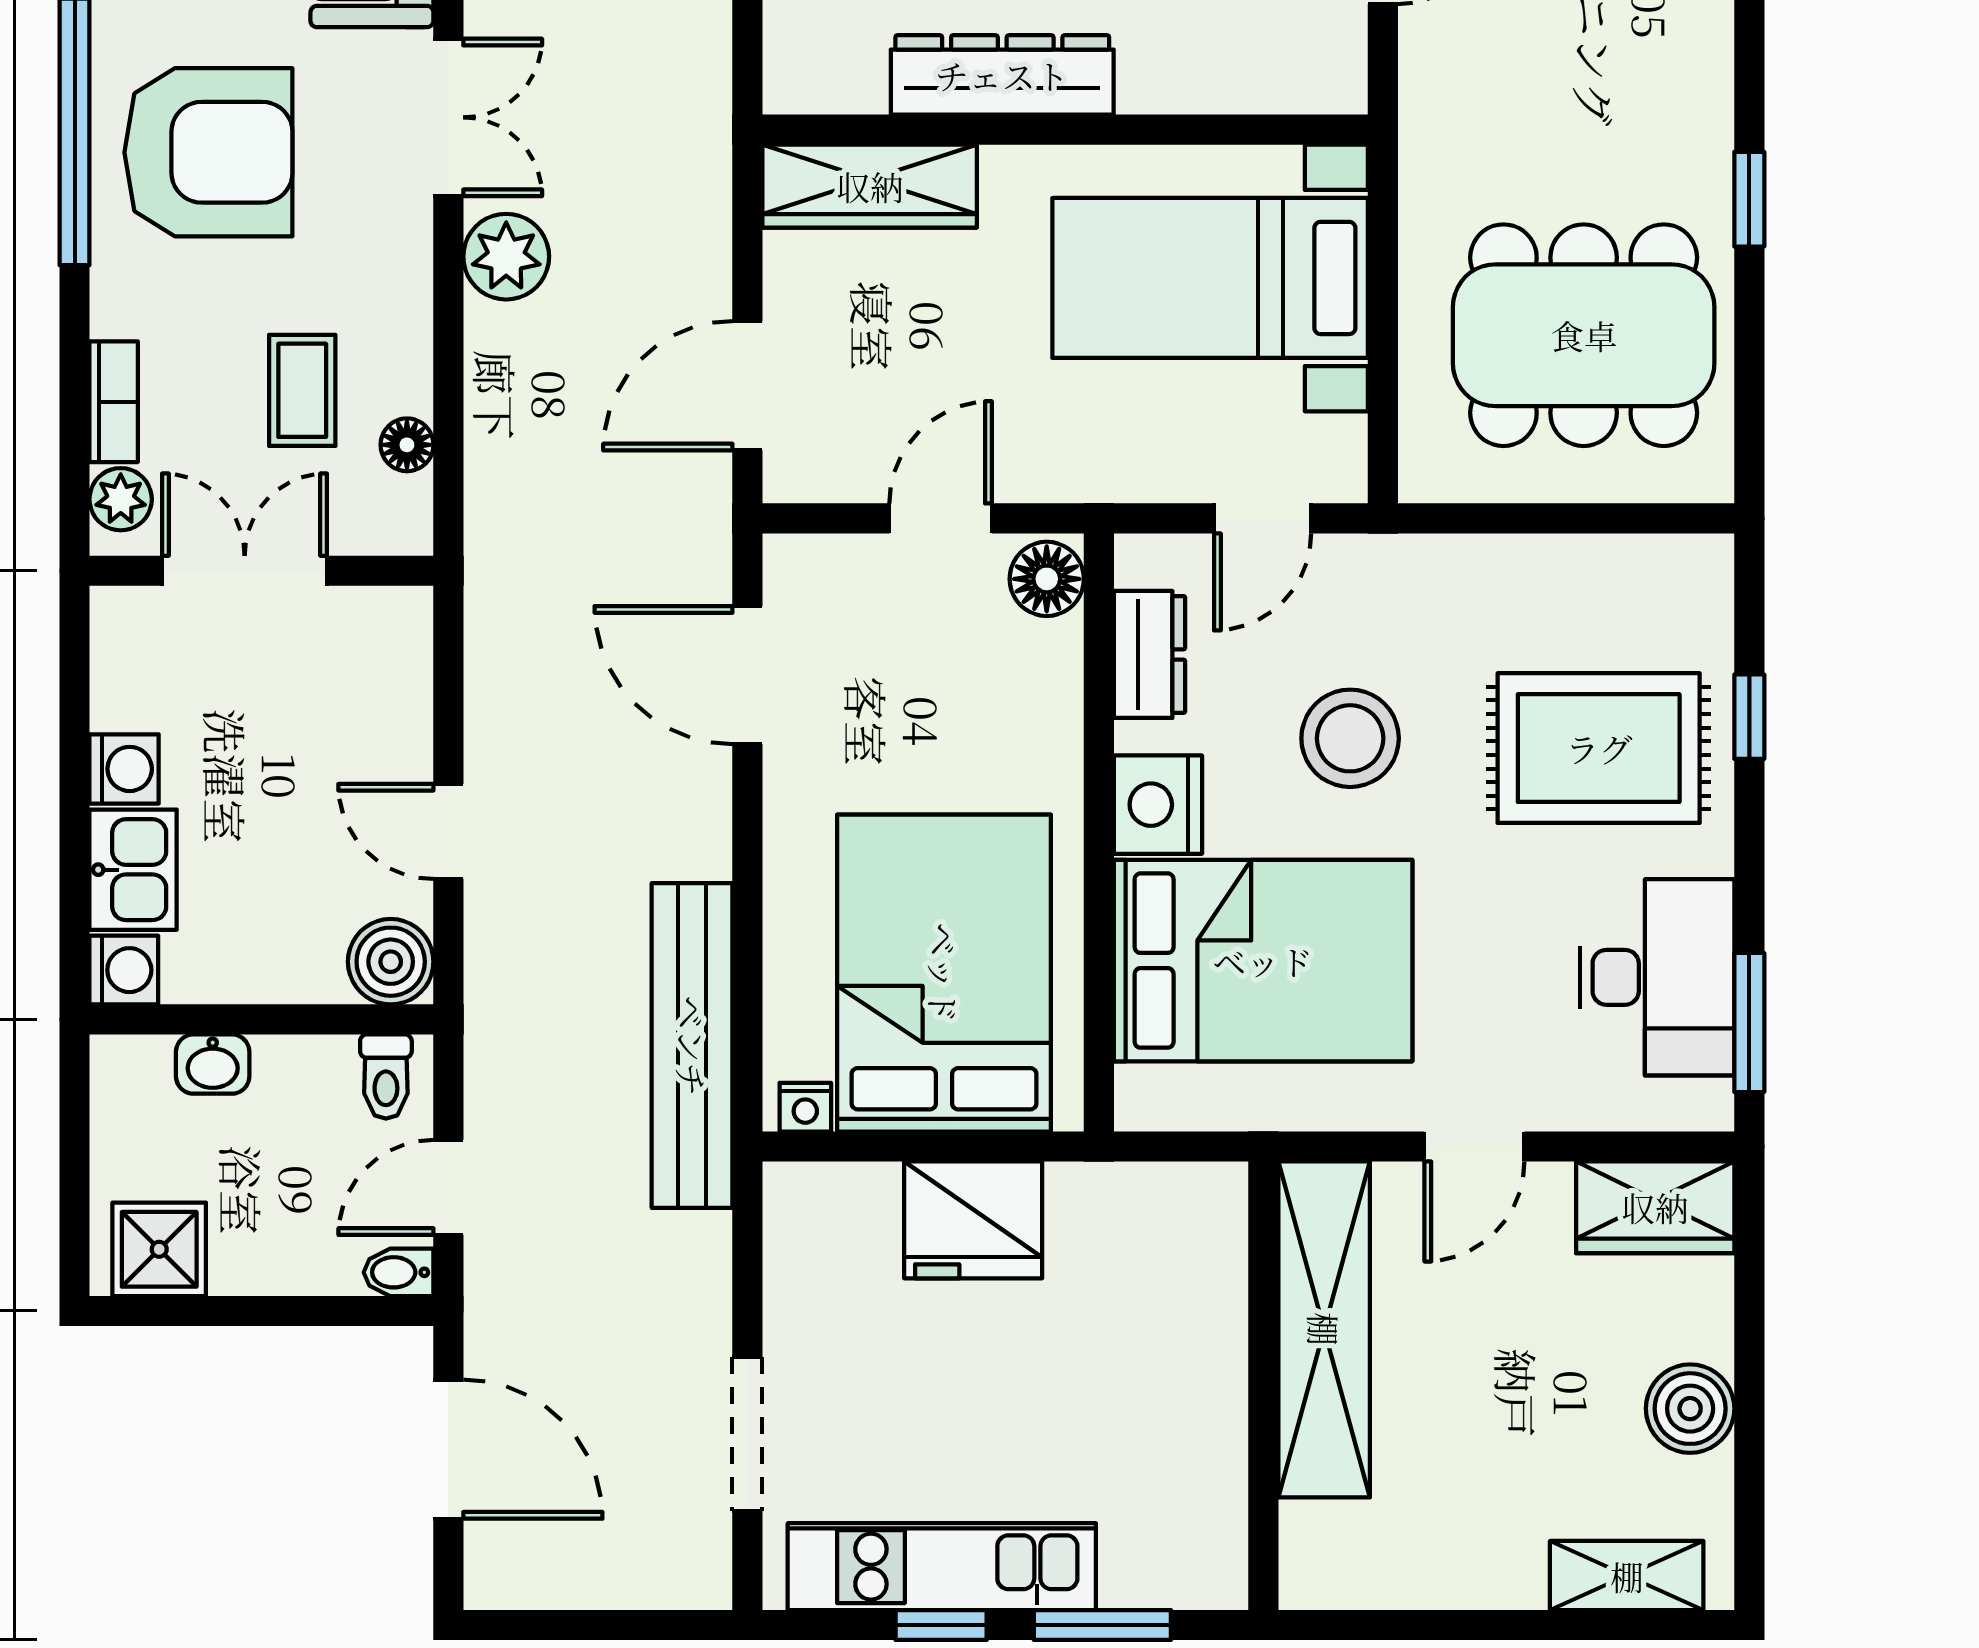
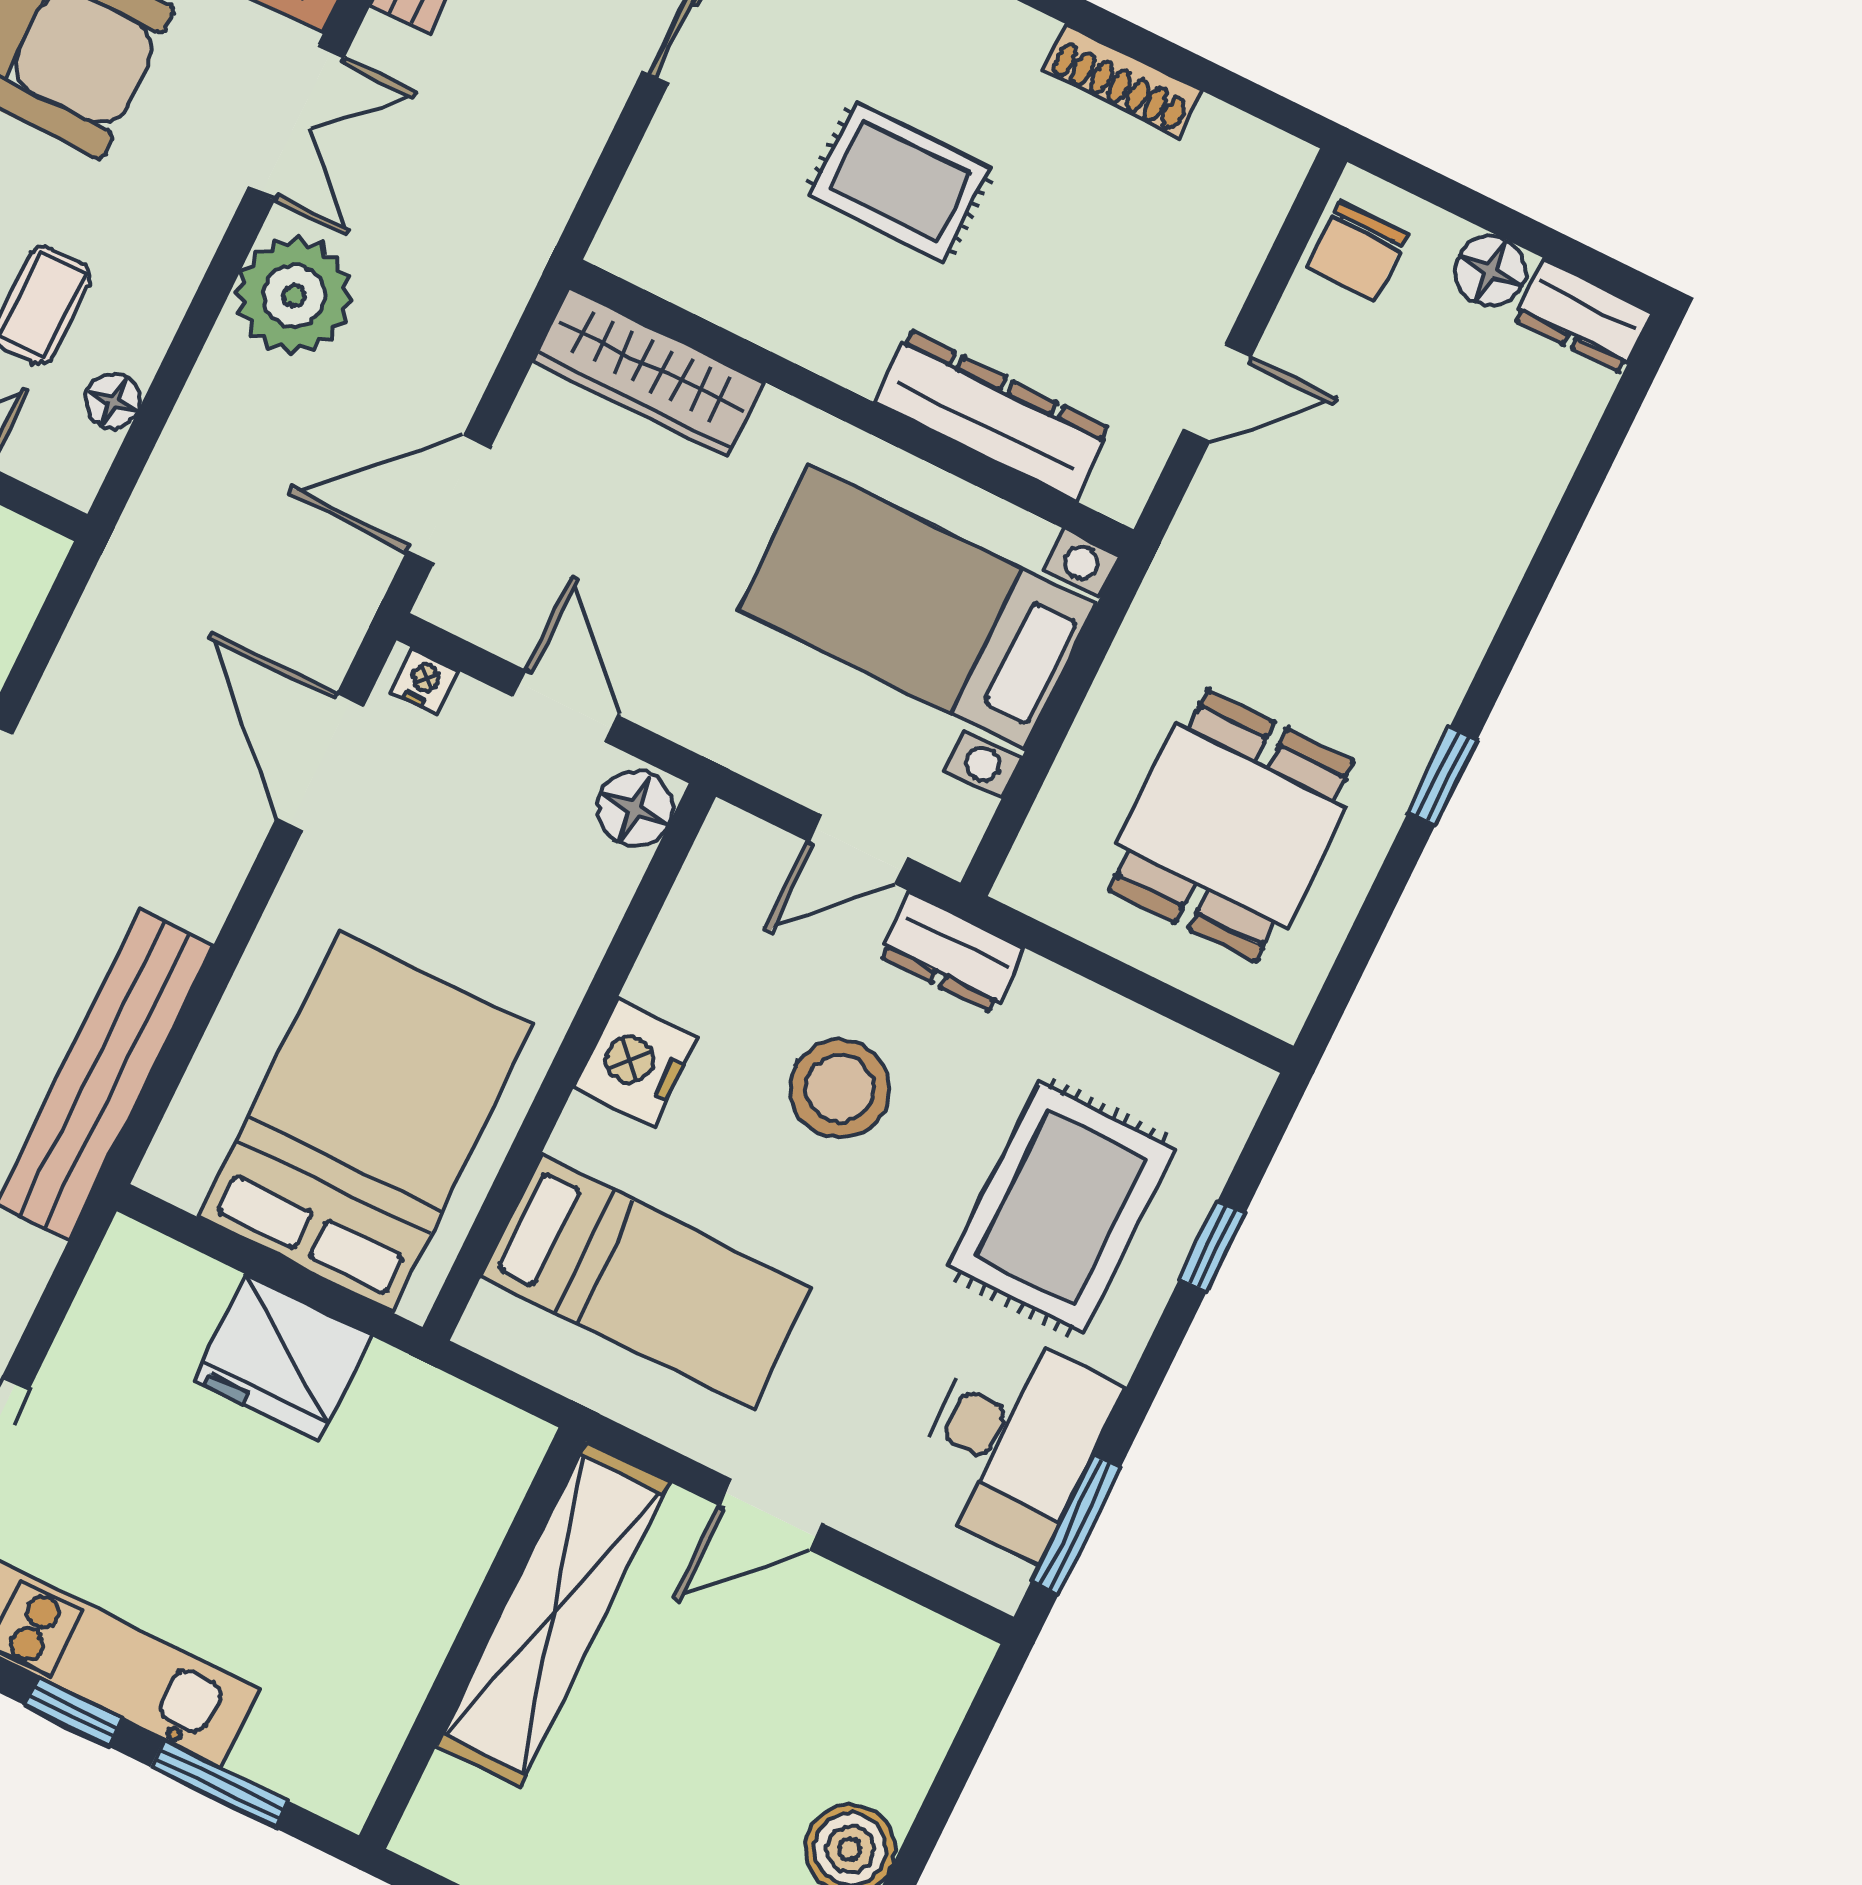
dresser: (1002, 75) -> (992, 415), moved
plant: (506, 257) -> (294, 296), width x1.36, depth x1.36
dining table: (1584, 335) -> (1231, 826), width x0.73
door: (941, 518) -> (565, 706), hinge flipped
dresser: (1150, 654) -> (952, 953), moved, turned 90
rug: (1599, 748) -> (1061, 1208), turned 90
bed: (1263, 961) -> (647, 1282), width x0.67
nightstand: (805, 1107) -> (424, 681), moved, turned 180
wardrobe: (1655, 1207) -> (908, 1651), removed

